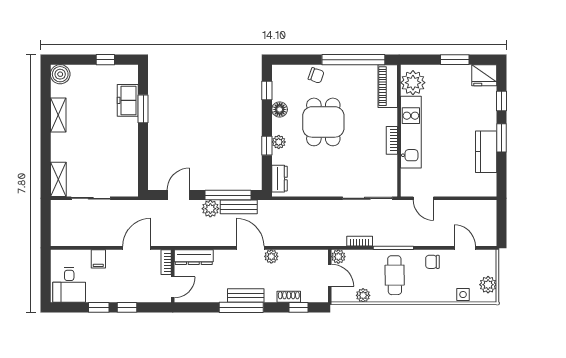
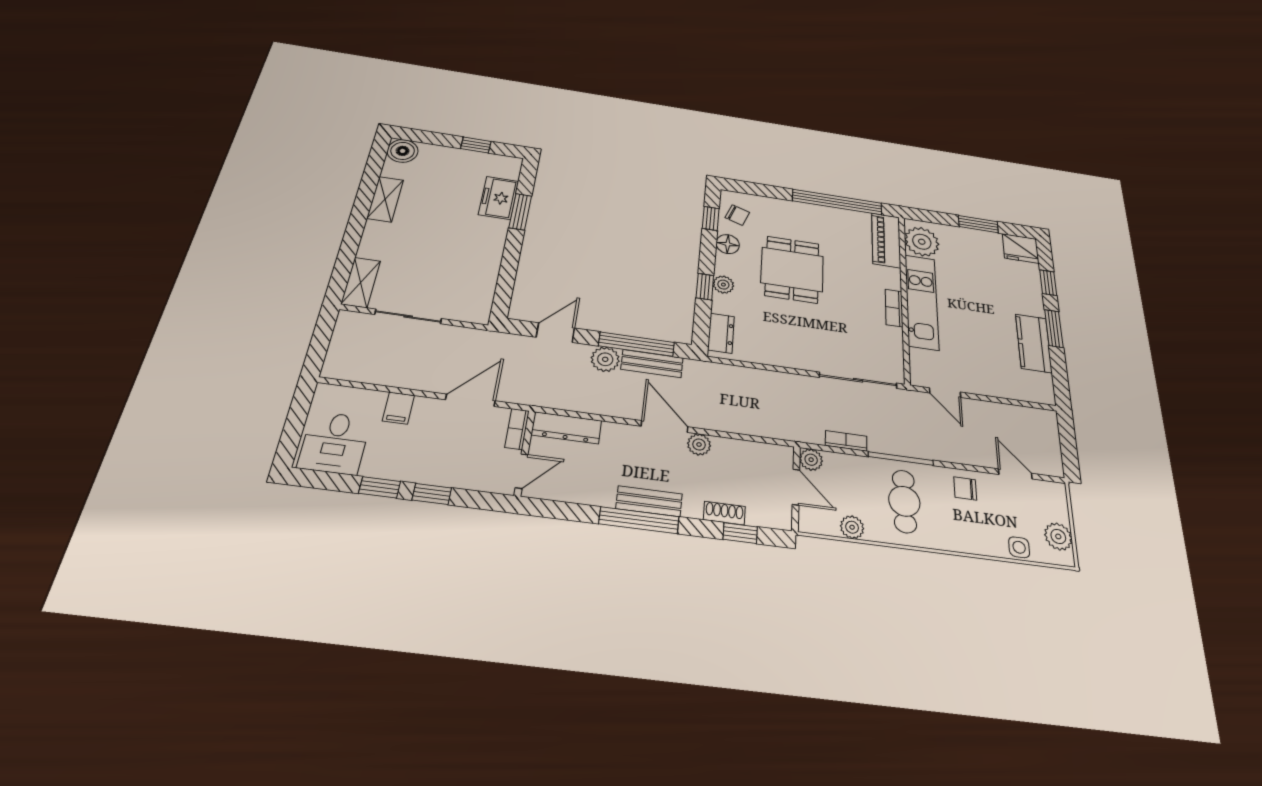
chair: (316, 75) -> (737, 215), moved

